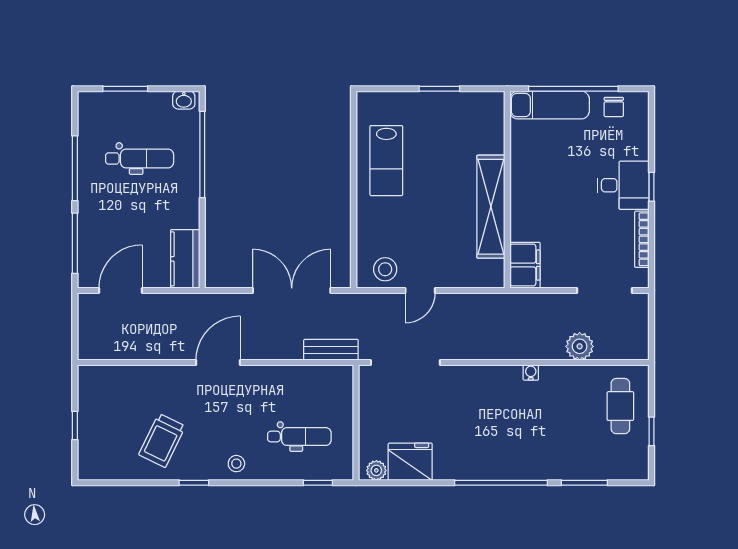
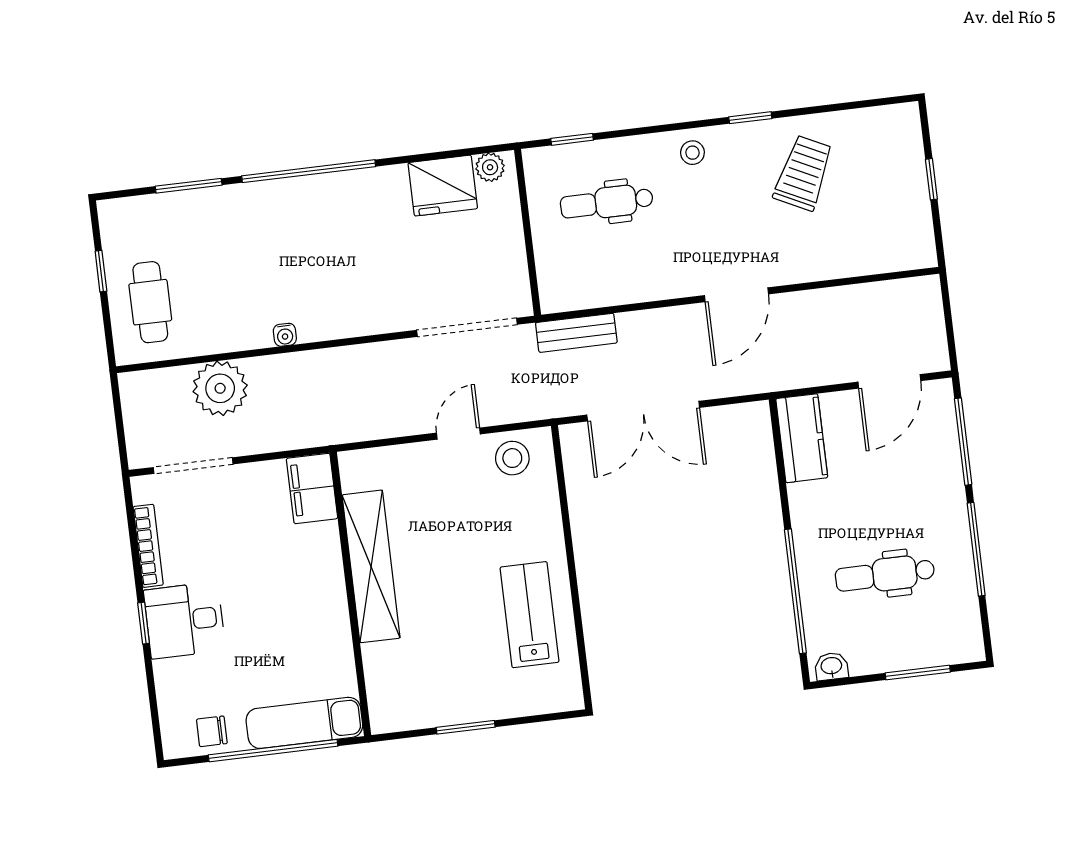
chair: (614, 107) -> (212, 731), turned -90
plant: (580, 346) -> (220, 388), width x1.36, depth x1.36

